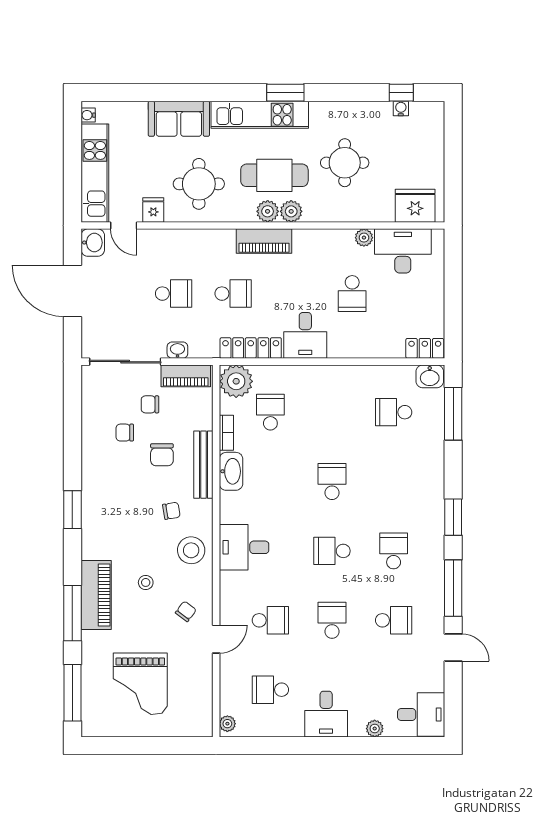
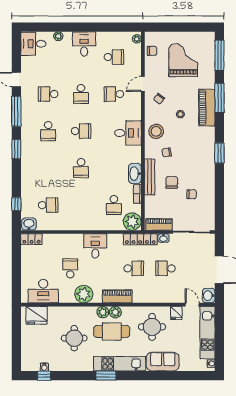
plant: (364, 238) -> (84, 294), moved, width x1.88, depth x1.88
school desk: (233, 294) -> (134, 268), turned 180
locker: (251, 348) -> (140, 239), moved
chair: (150, 404) -> (152, 51), moved
window: (453, 414) -> (16, 204), width x0.46

